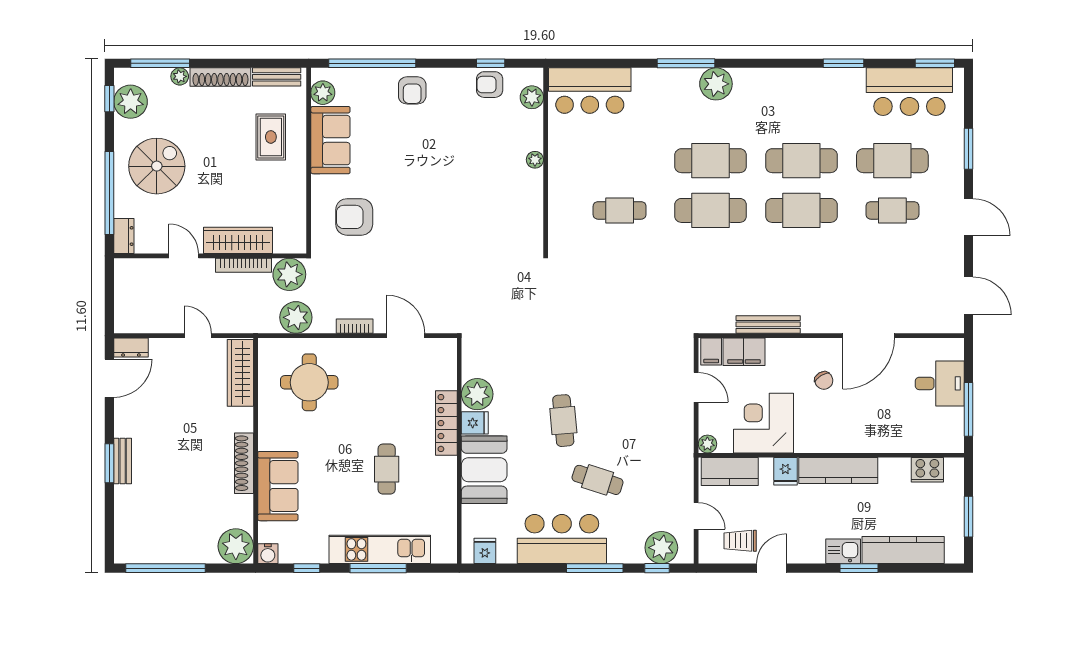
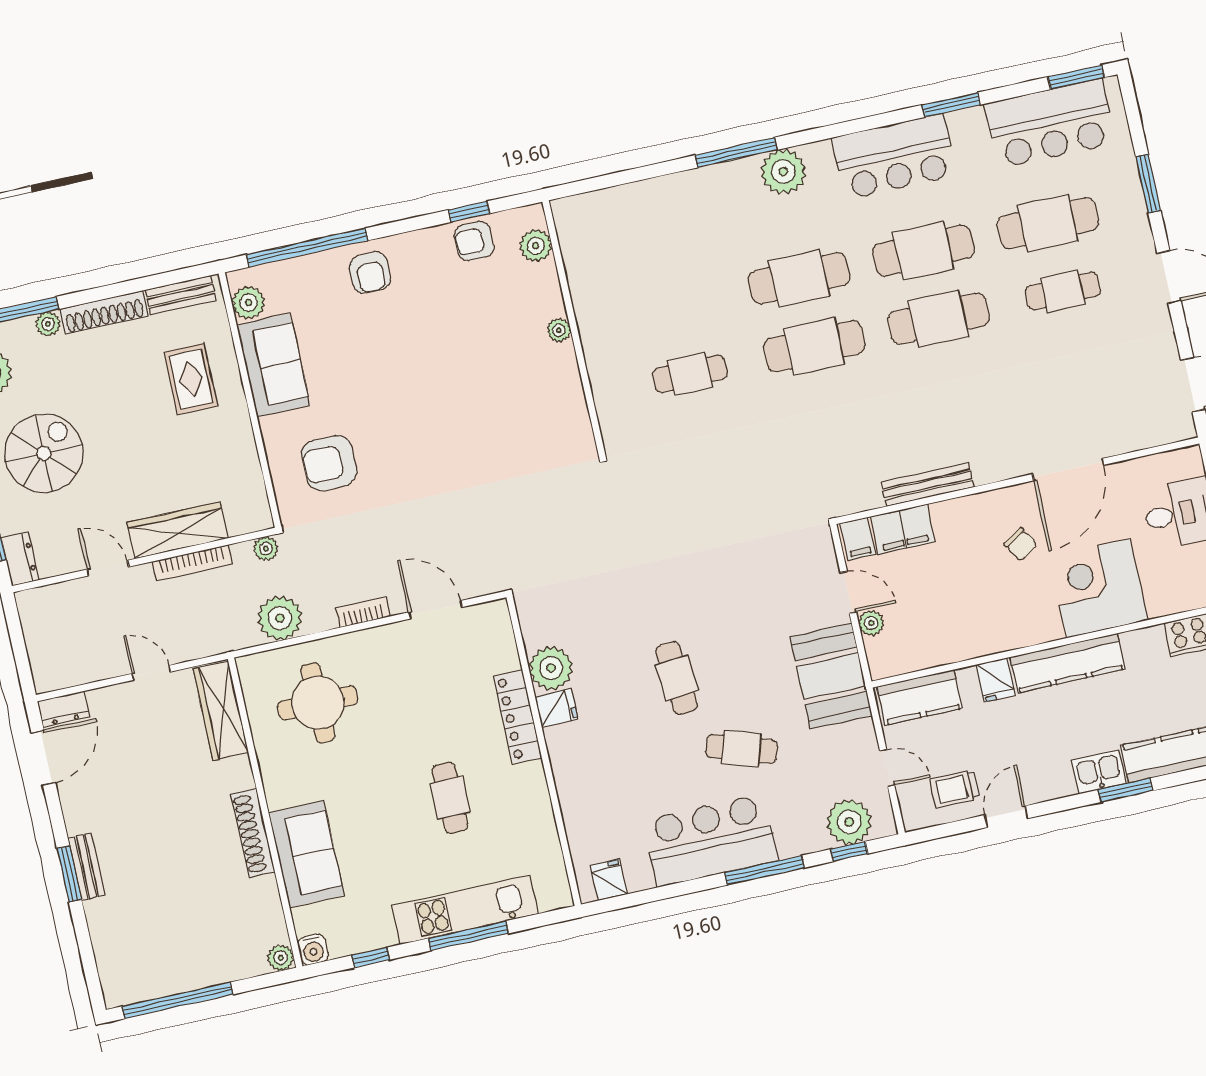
bar counter: (590, 91) -> (894, 157), moved
plant: (289, 274) -> (266, 549), width x0.53, depth x0.53
corner desk: (763, 423) -> (1098, 588), moved
plant: (707, 444) -> (871, 623), moved
booth: (484, 470) -> (831, 676), moved
plant: (236, 546) -> (281, 958), width x0.53, depth x0.53

